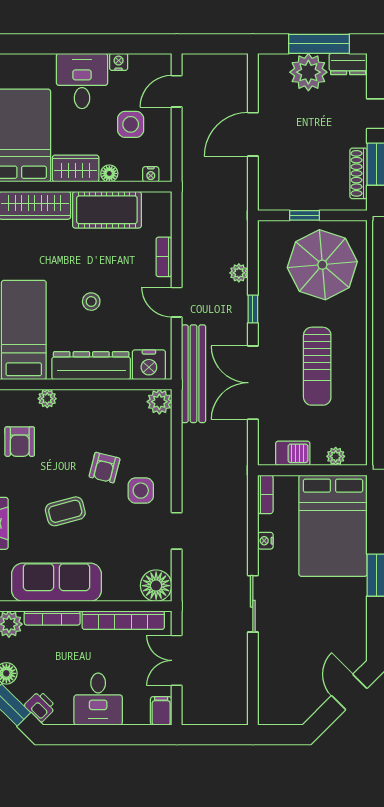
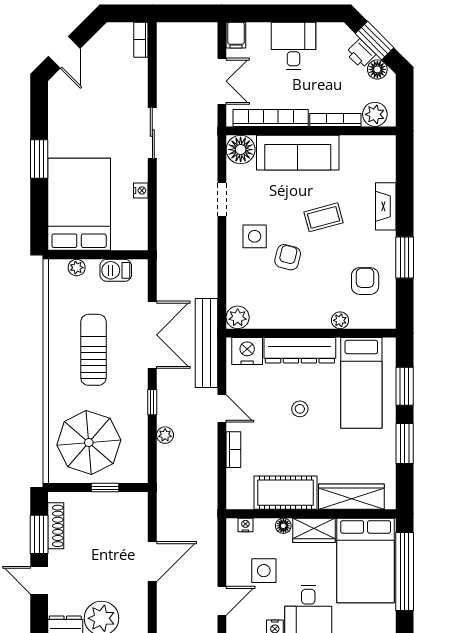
bookcase: (265, 494) -> (141, 40), moved
sofa: (57, 582) -> (298, 153), moved
printer: (40, 706) -> (361, 54), moved

